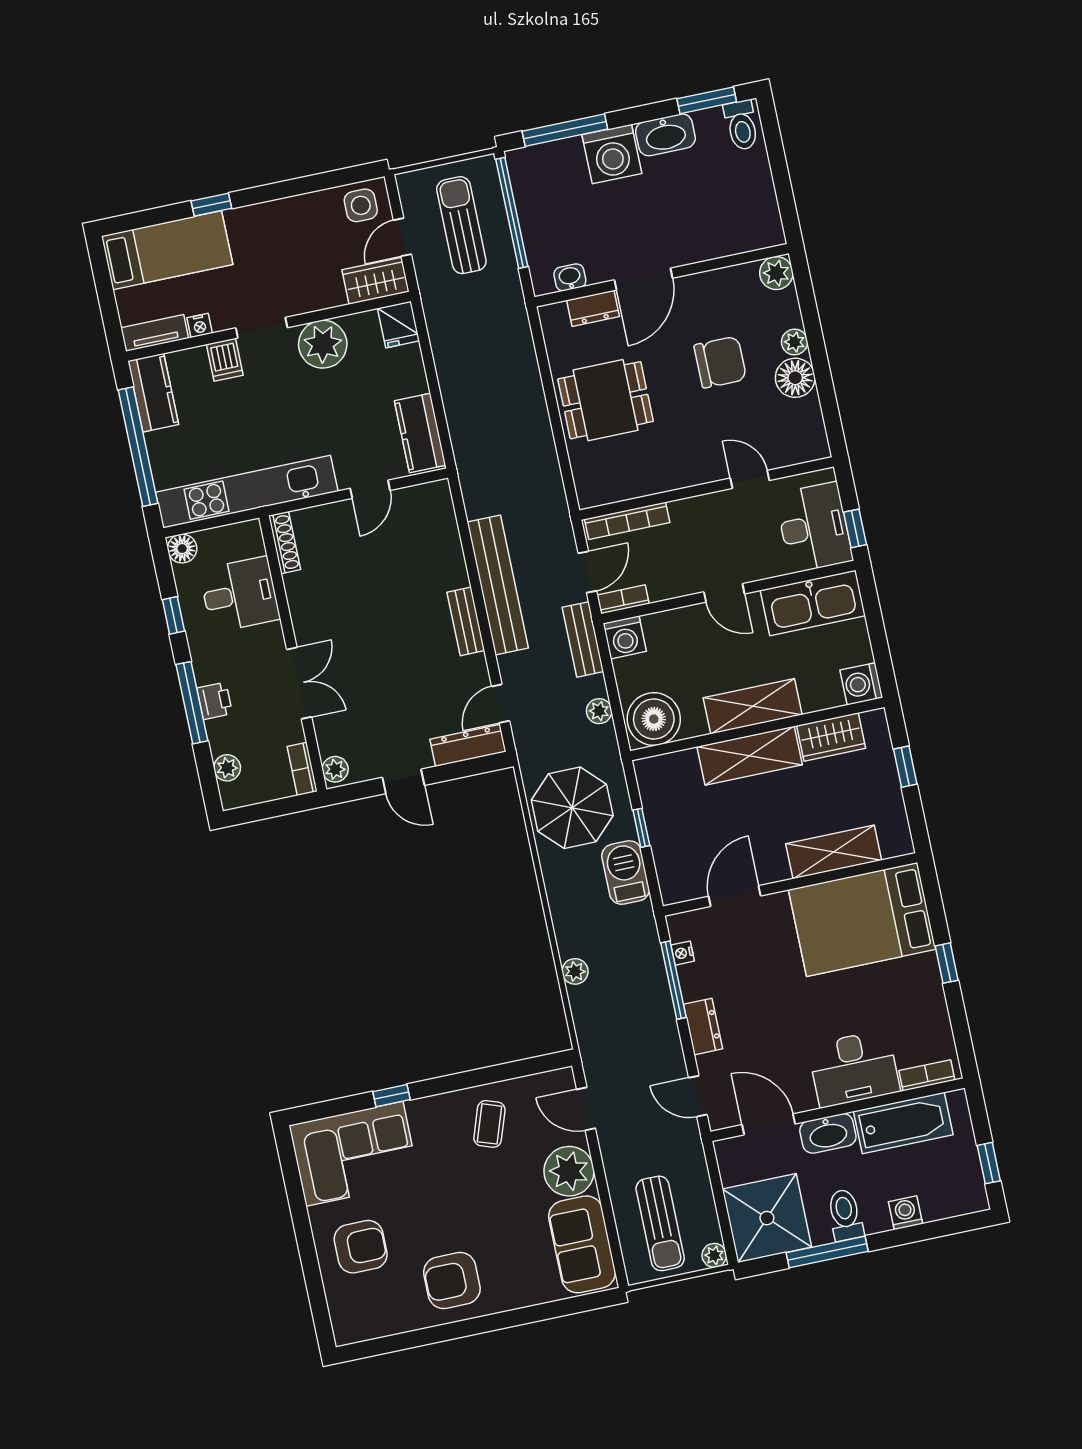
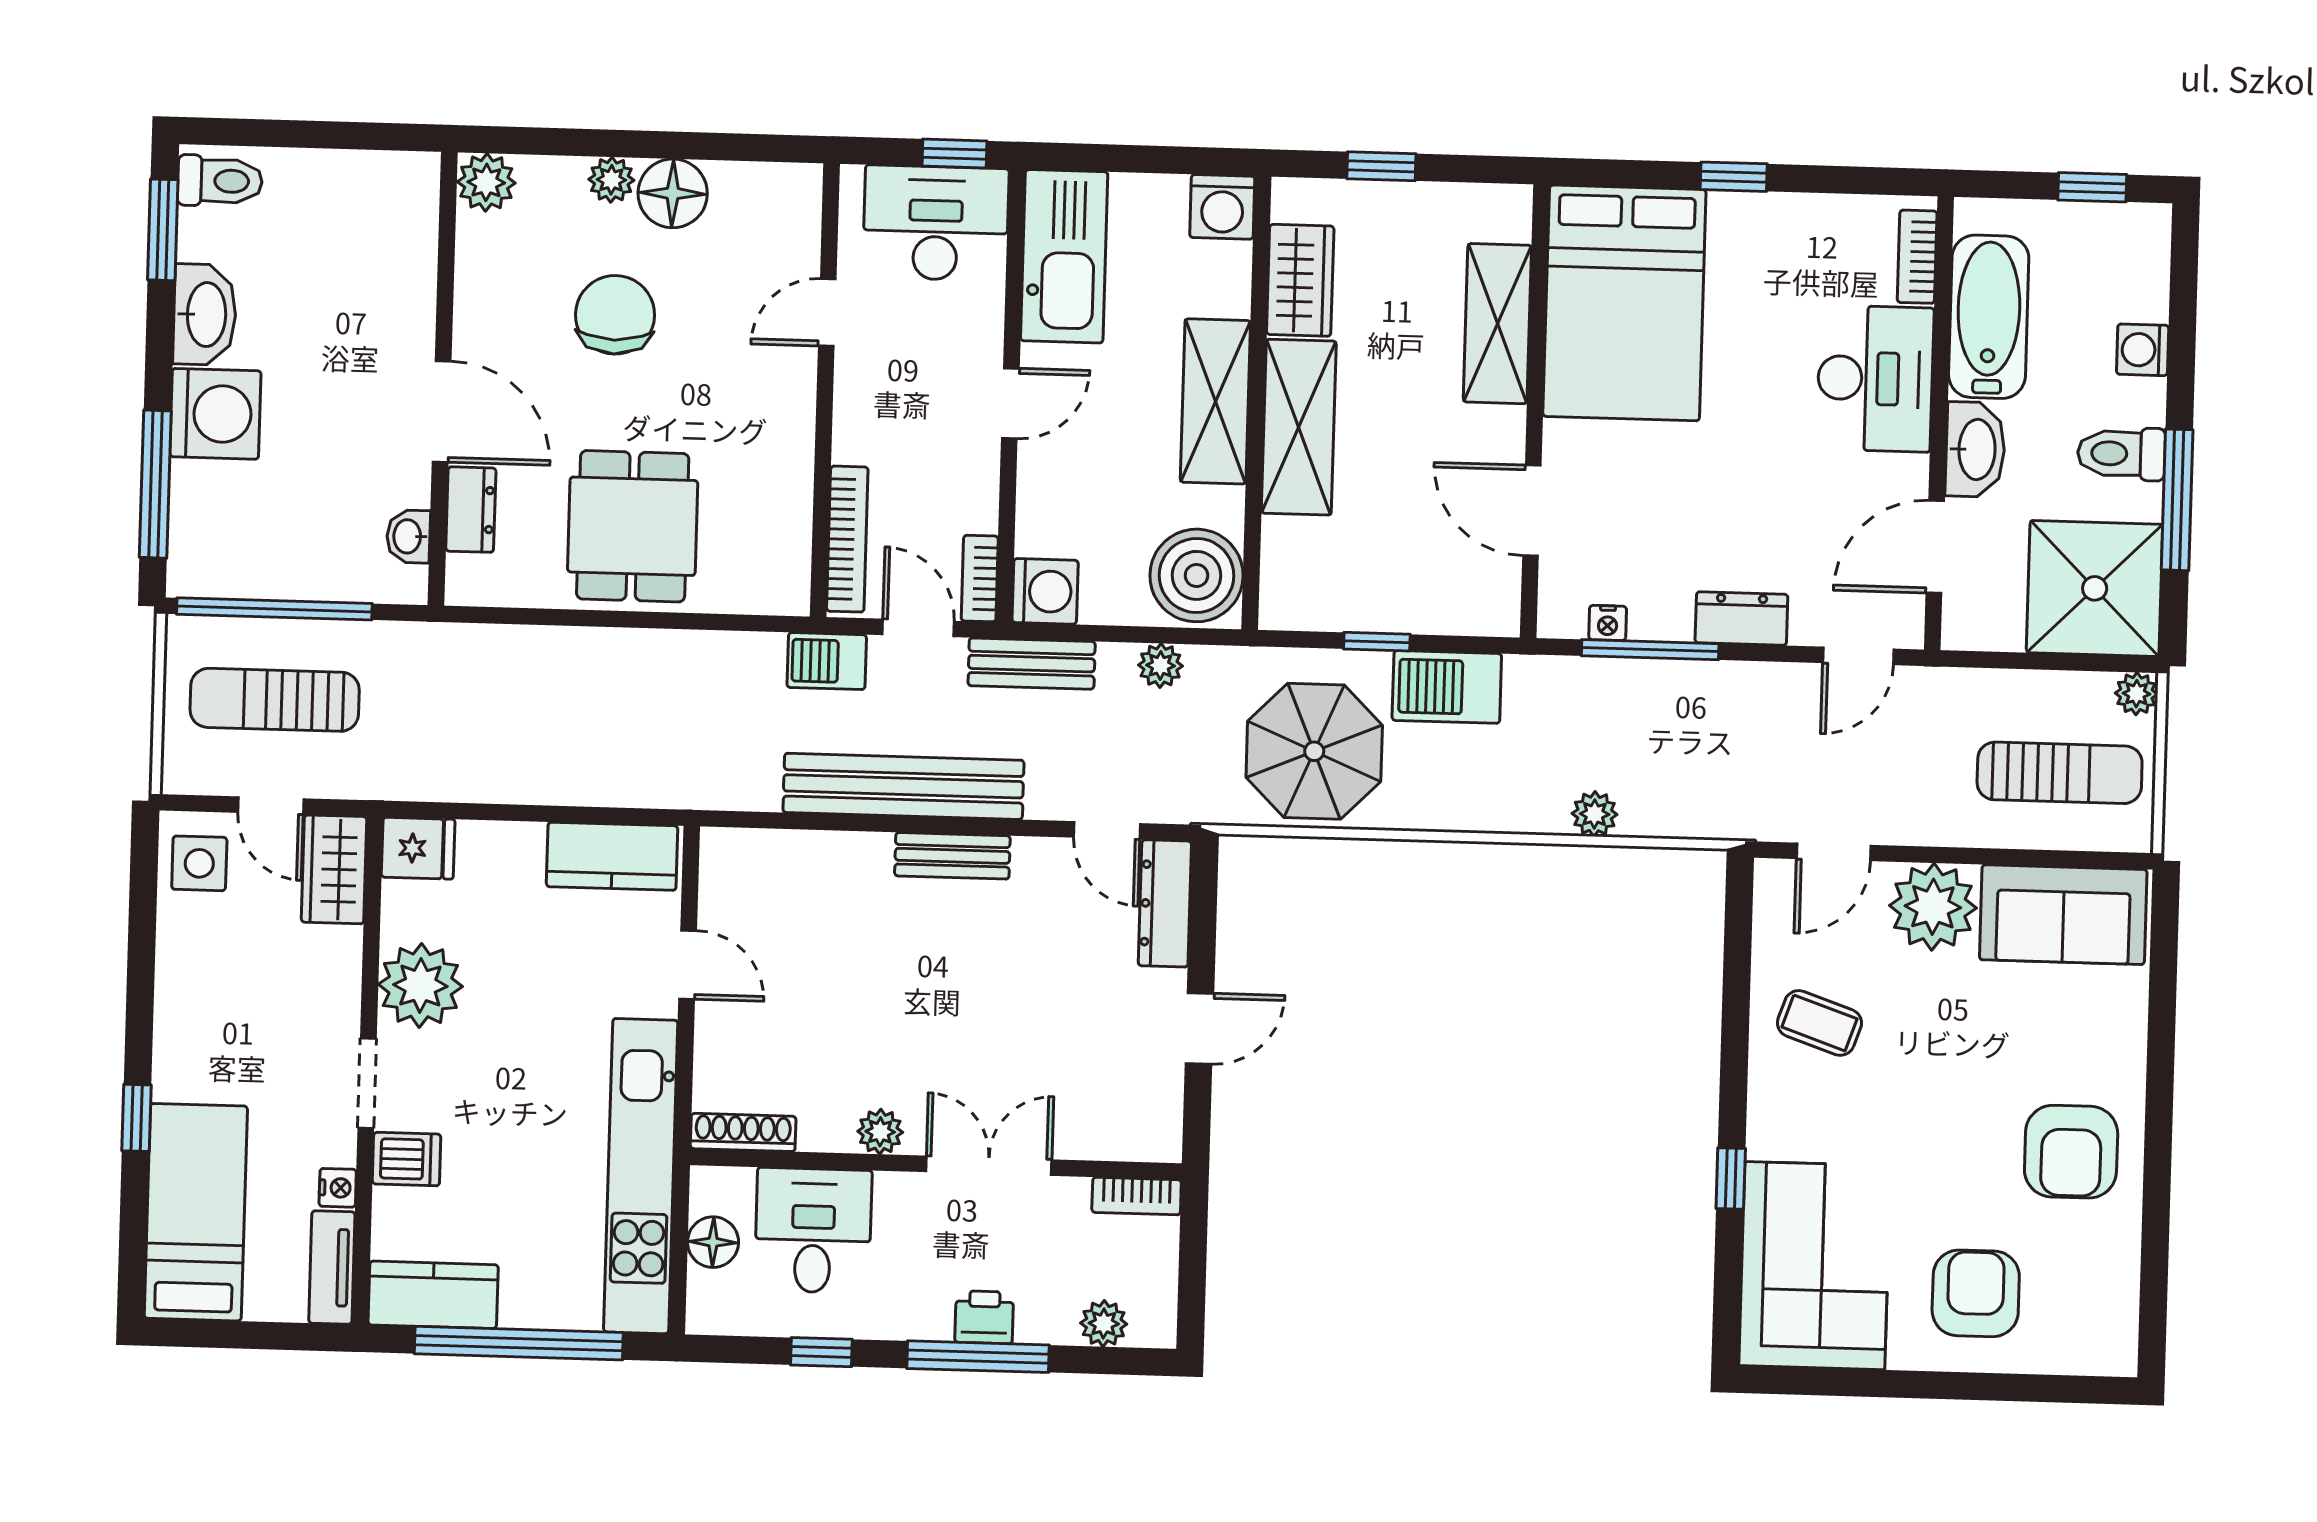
barbecue: (557, 526) -> (827, 661), added
floor lamp: (182, 549) -> (713, 1242), moved
plant: (335, 769) -> (880, 1132), moved

